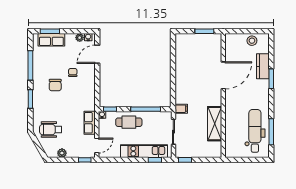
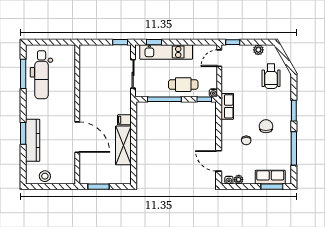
door: (97, 54) -> (219, 161), swing flipped
kitchen counter: (263, 66) -> (33, 140), width x1.50
door: (223, 75) -> (77, 137), swing flipped
filing cabinet: (181, 109) -> (124, 120), moved
row of seats: (90, 123) -> (227, 106), moved
shelving: (215, 124) -> (123, 145), moved
wheelchair: (51, 130) -> (271, 76), turned 90

